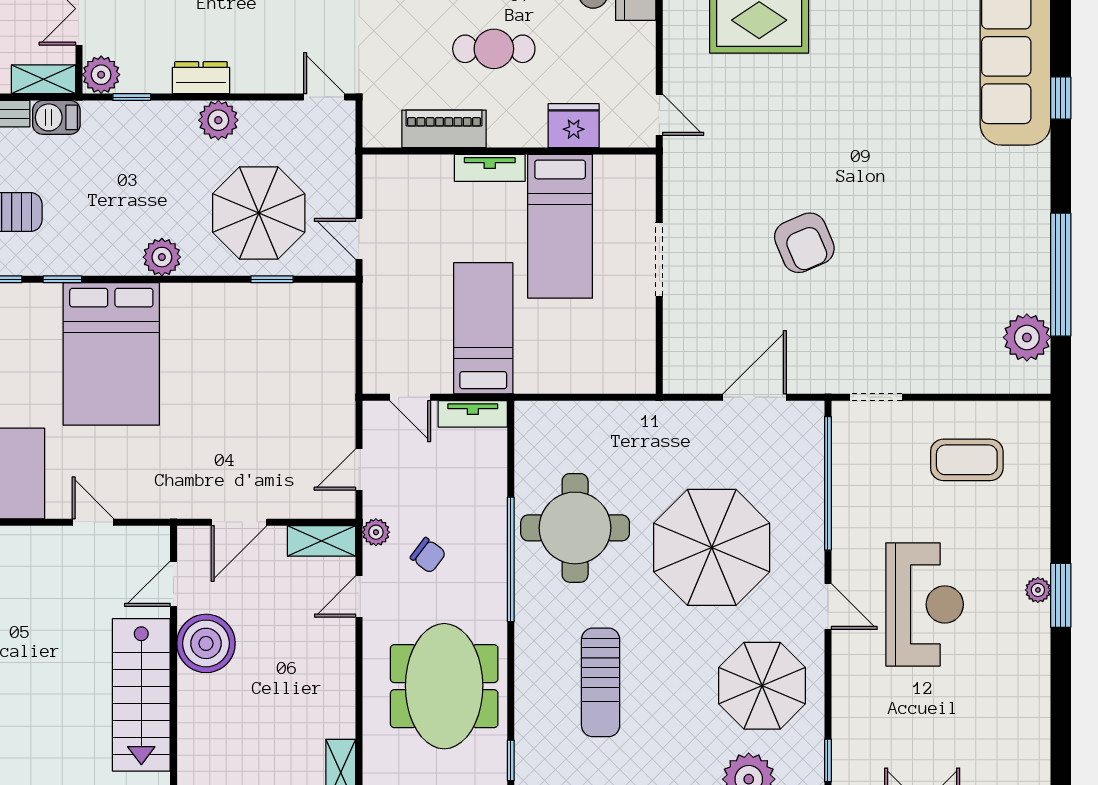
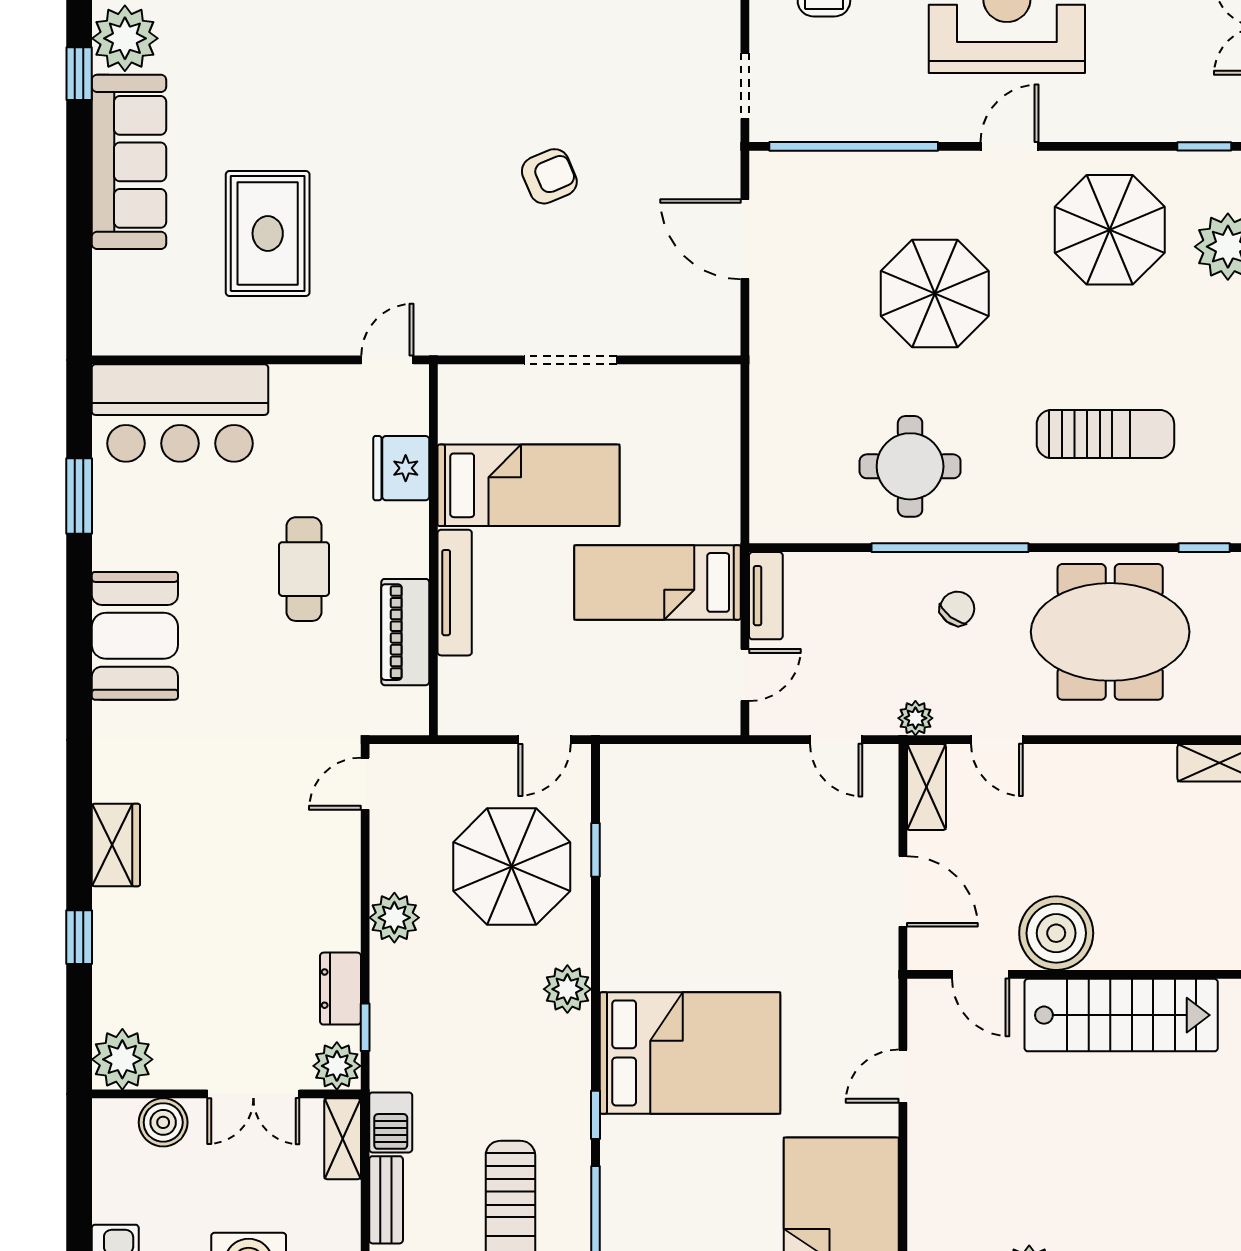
dresser: (201, 78) -> (340, 989), moved
tv unit: (490, 168) -> (455, 593), width x1.41
armchair: (804, 243) -> (549, 176), width x0.72, depth x0.72
round table: (575, 528) -> (910, 466), width x0.73, depth x0.73
parasol: (712, 547) -> (935, 294), width x0.73, depth x0.73
chair: (428, 555) -> (957, 608), moved

